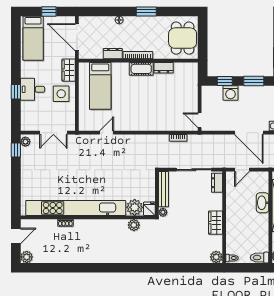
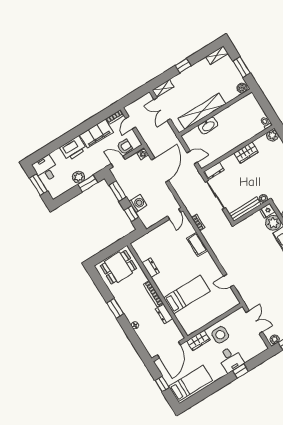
cot: (141, 69) -> (197, 244), moved
bed: (100, 86) -> (187, 294), moved
toilet: (260, 258) -> (252, 101), removed

